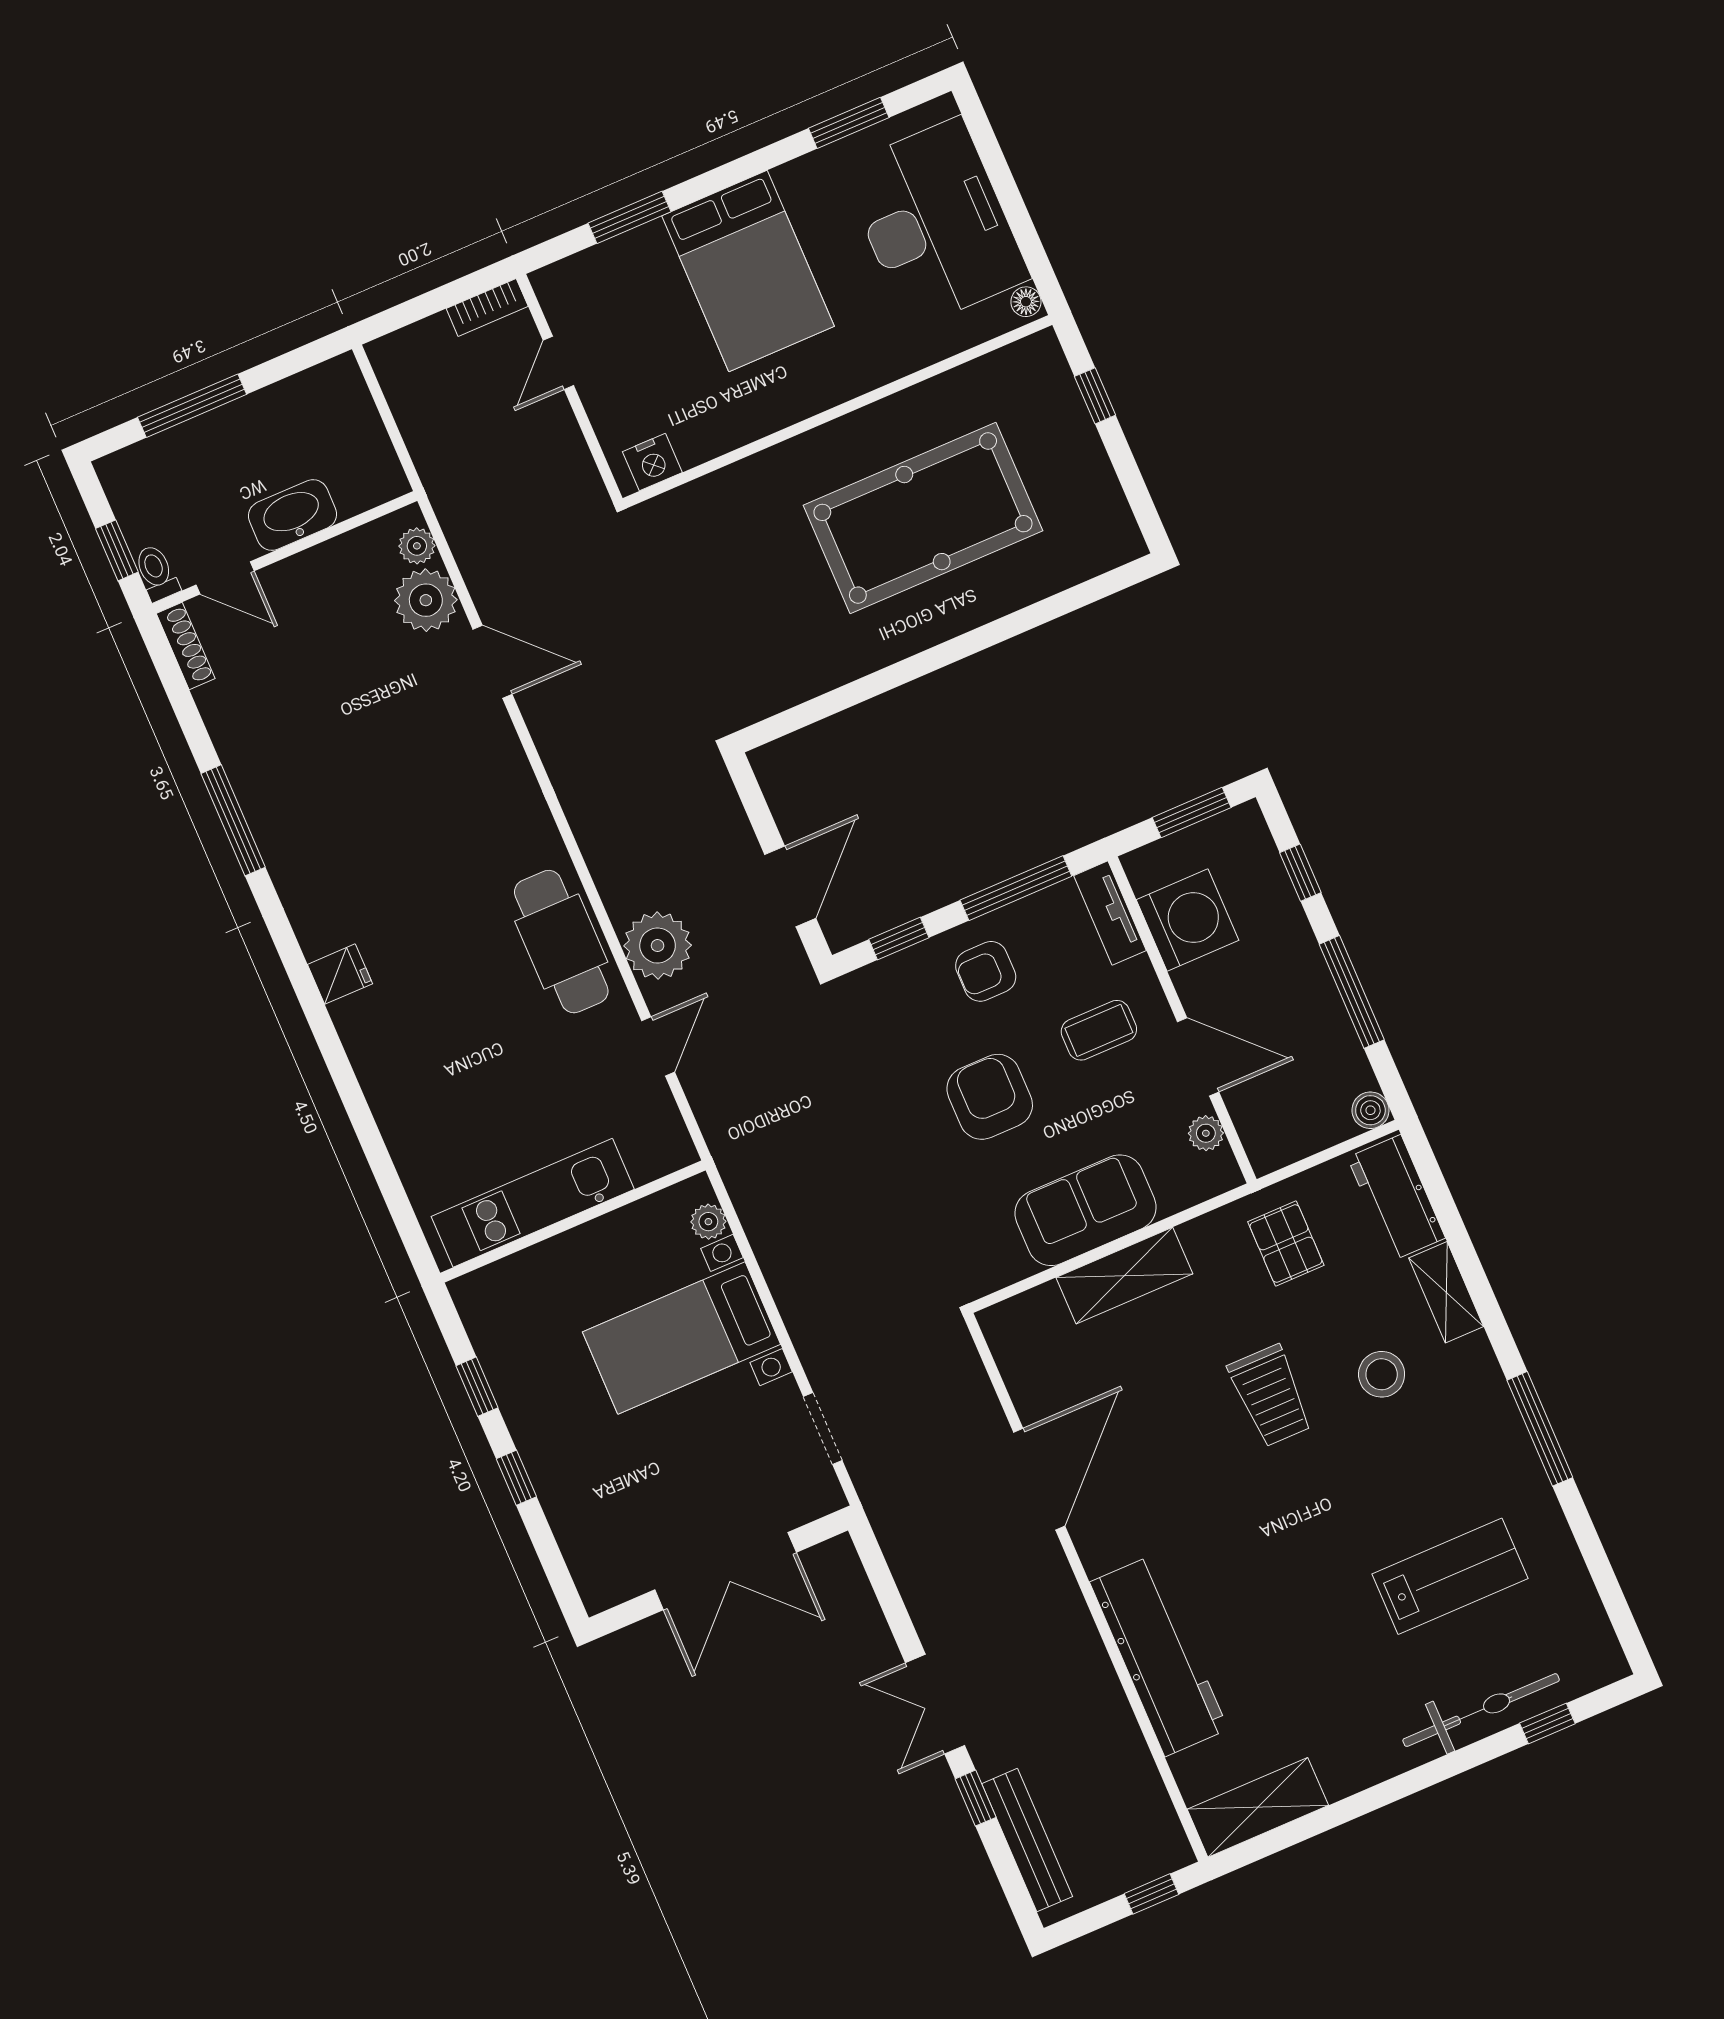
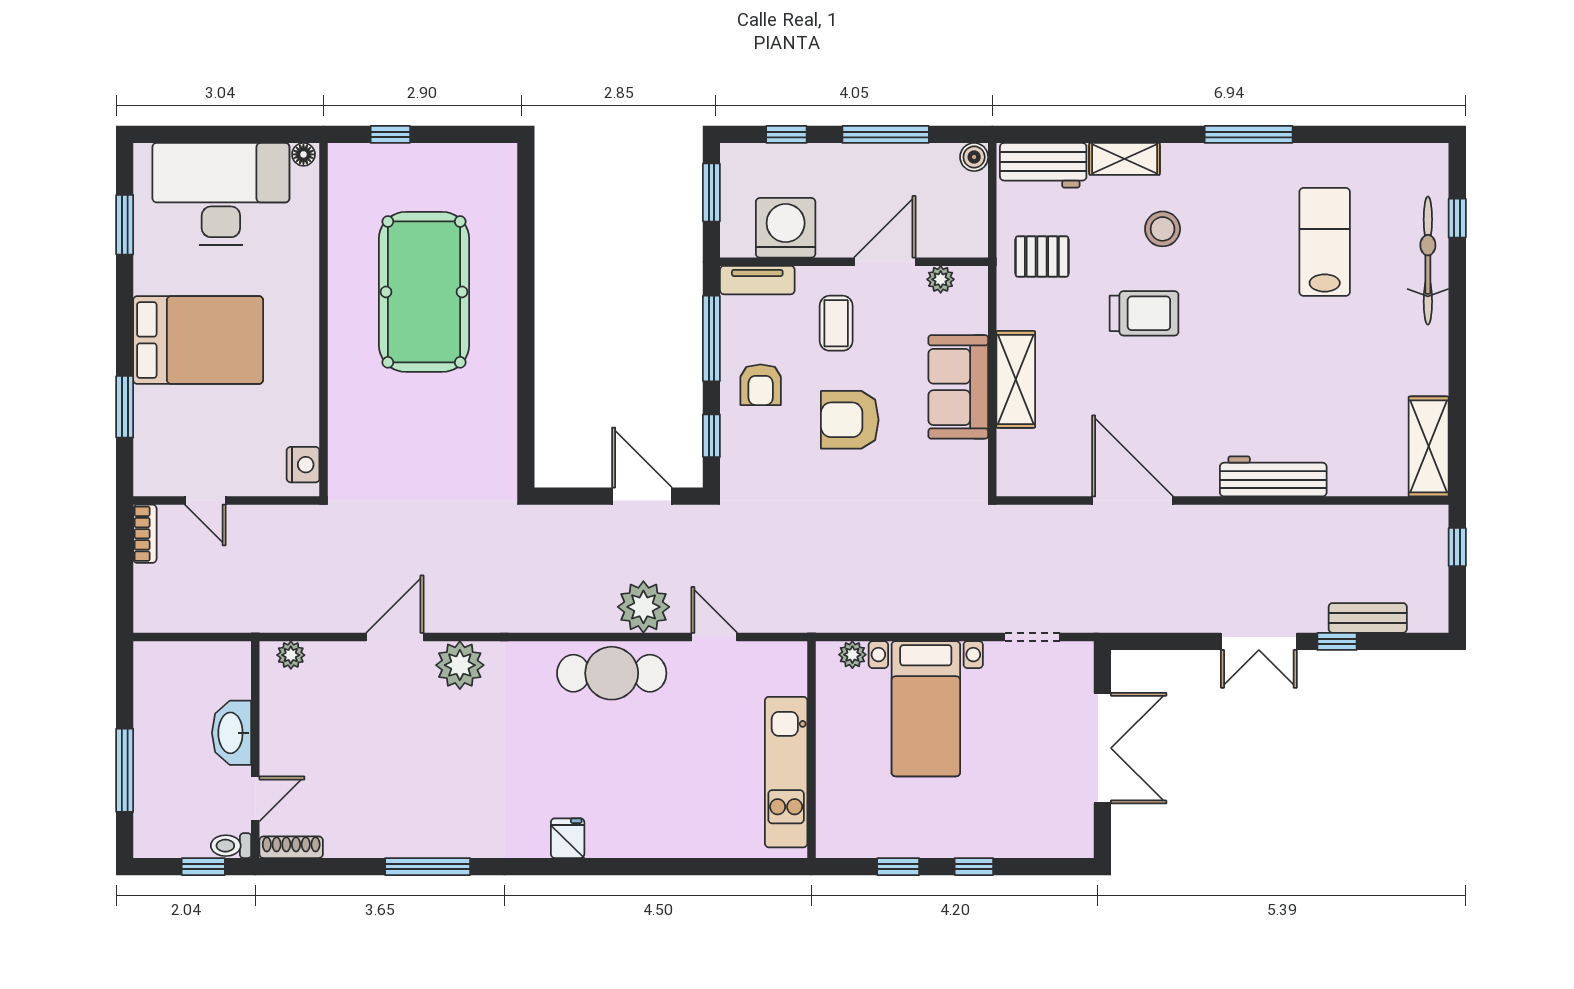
plant: (426, 600) -> (460, 665), moved
workbench: (1159, 1656) -> (1273, 476), width x0.73, depth x0.76
bench: (1027, 1840) -> (1368, 618), width x0.73

